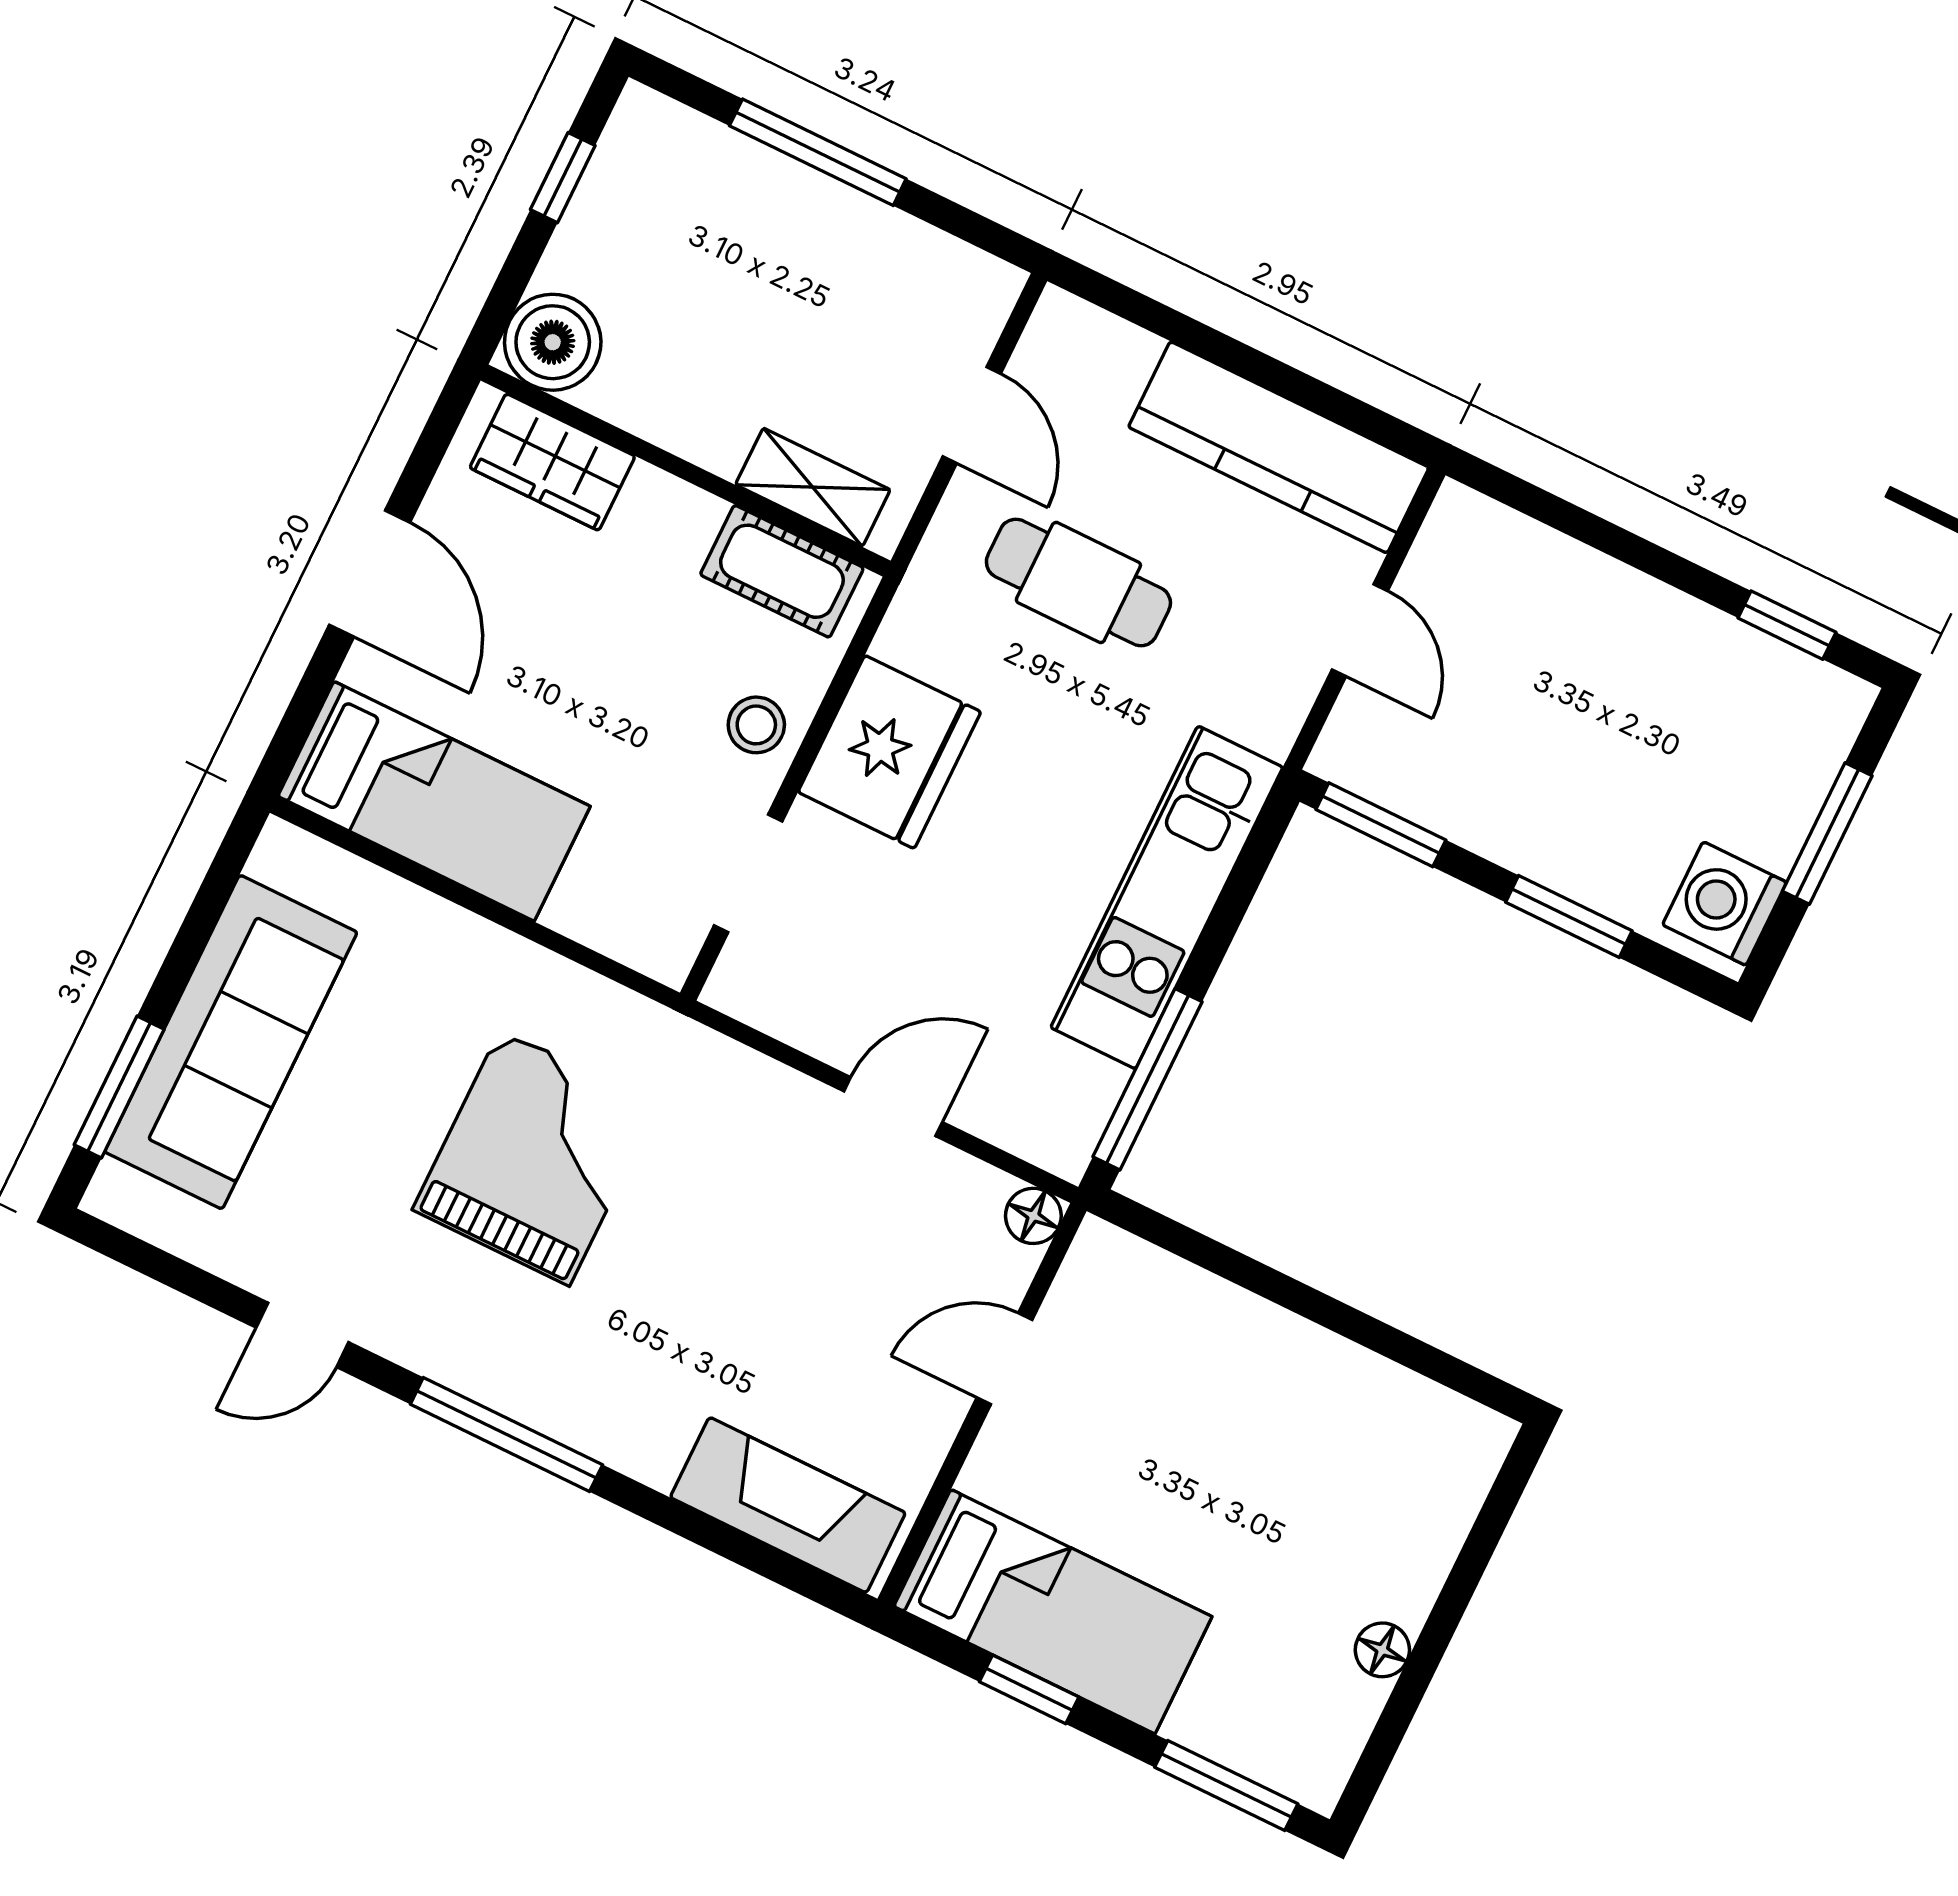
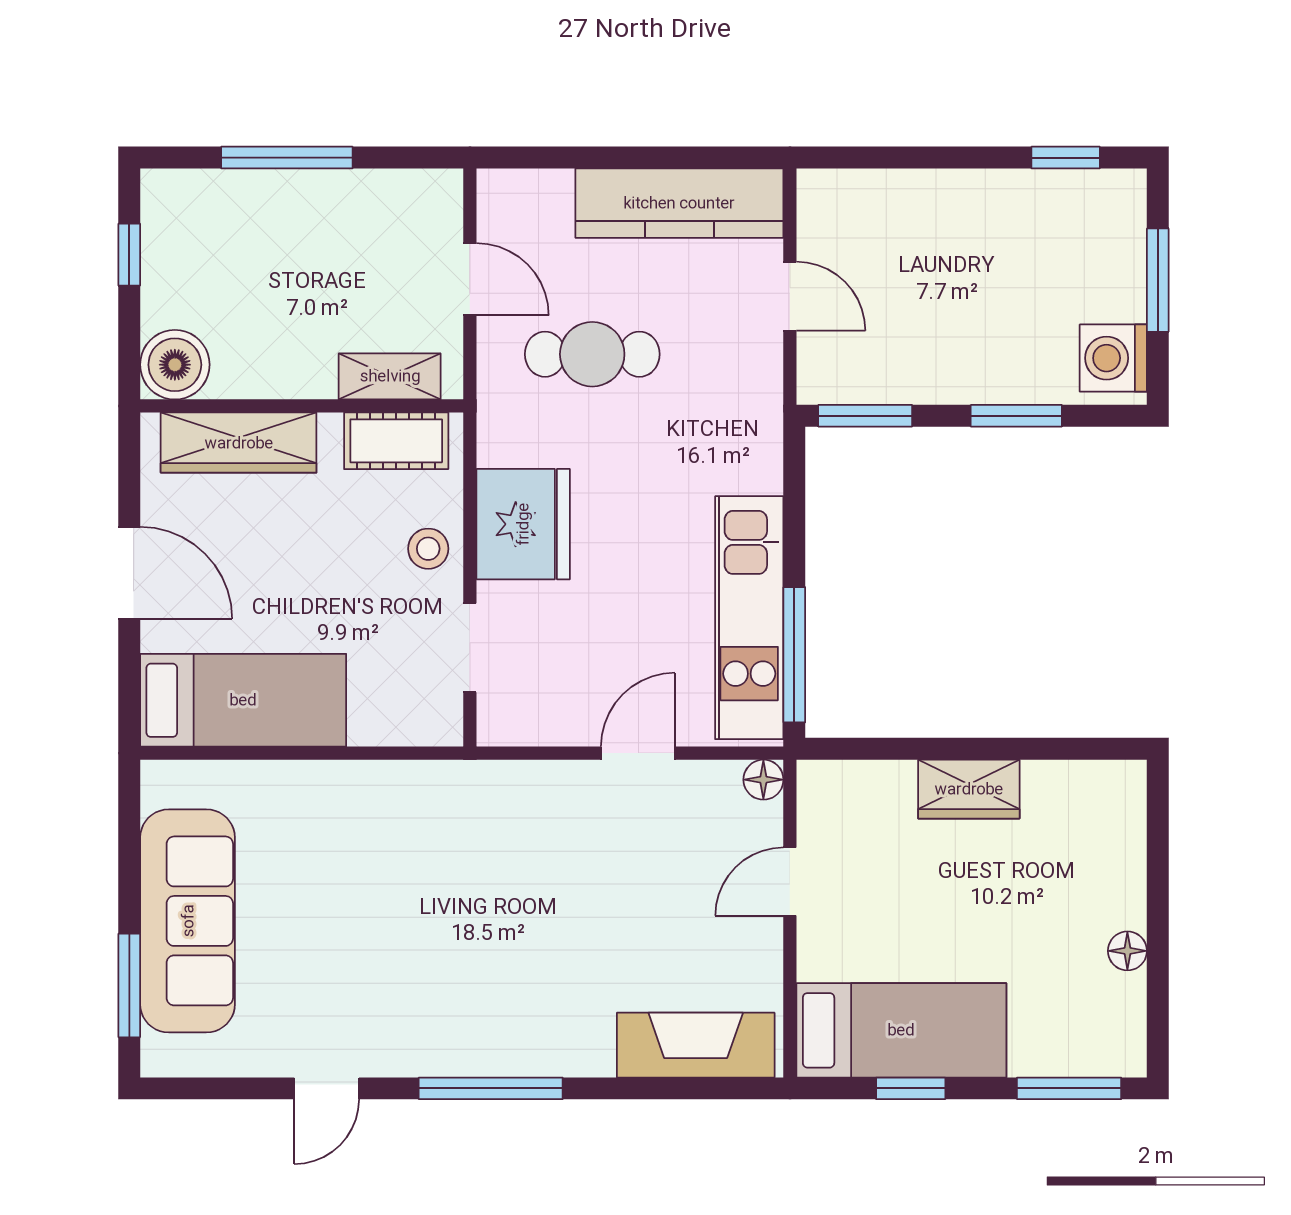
wardrobe: (552, 462) -> (239, 443), width x1.50
kitchen unit: (1167, 897) -> (749, 618), moved
grand piano: (535, 1157) -> (421, 900), removed
wardrobe: (1283, 1352) -> (969, 789), added

